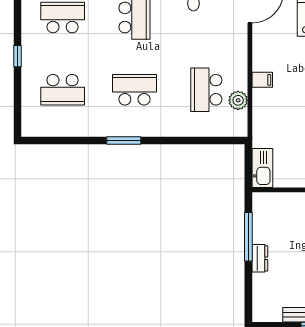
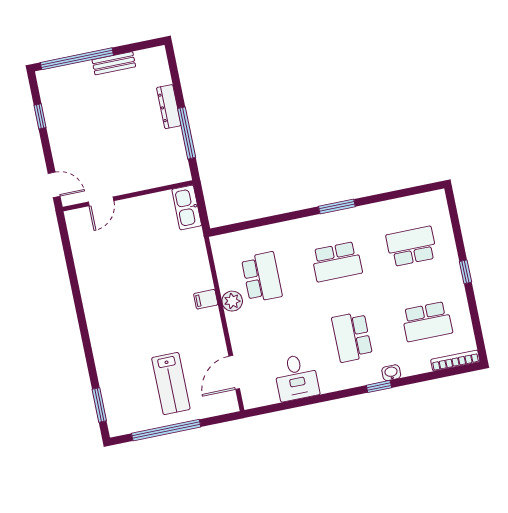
plant: (238, 100) -> (232, 301), moved
dresser: (260, 258) -> (169, 107), width x1.44

